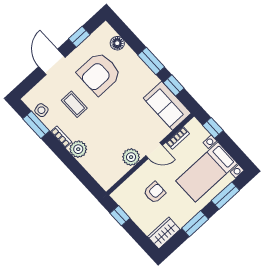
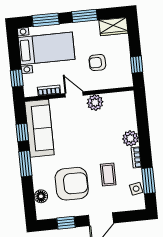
sofa: (167, 106) -> (39, 128), width x1.36

